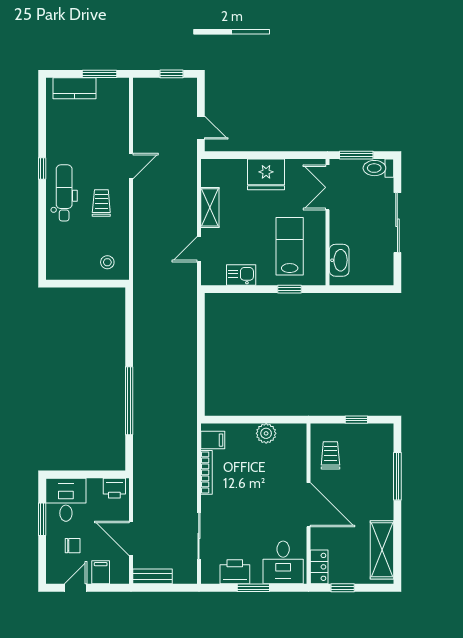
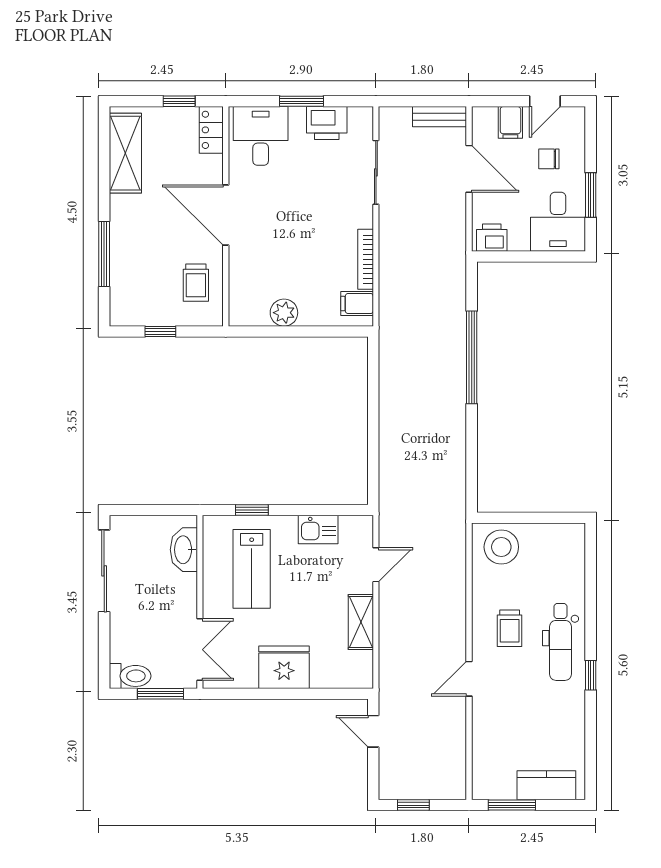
sliding door: (397, 223) -> (104, 571), moved
stool: (107, 262) -> (501, 547), width x1.89, depth x1.89

